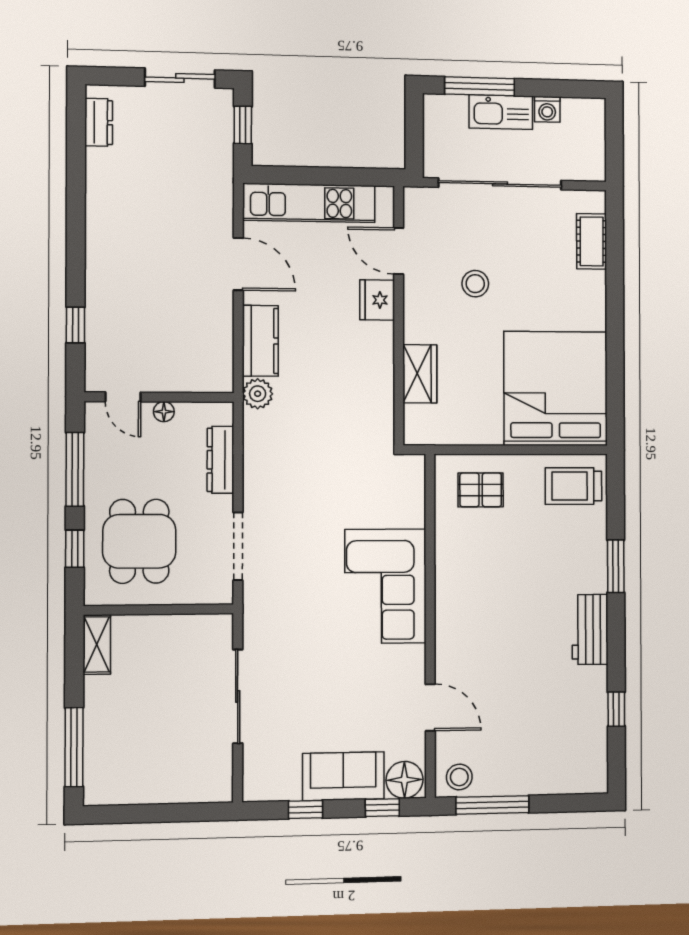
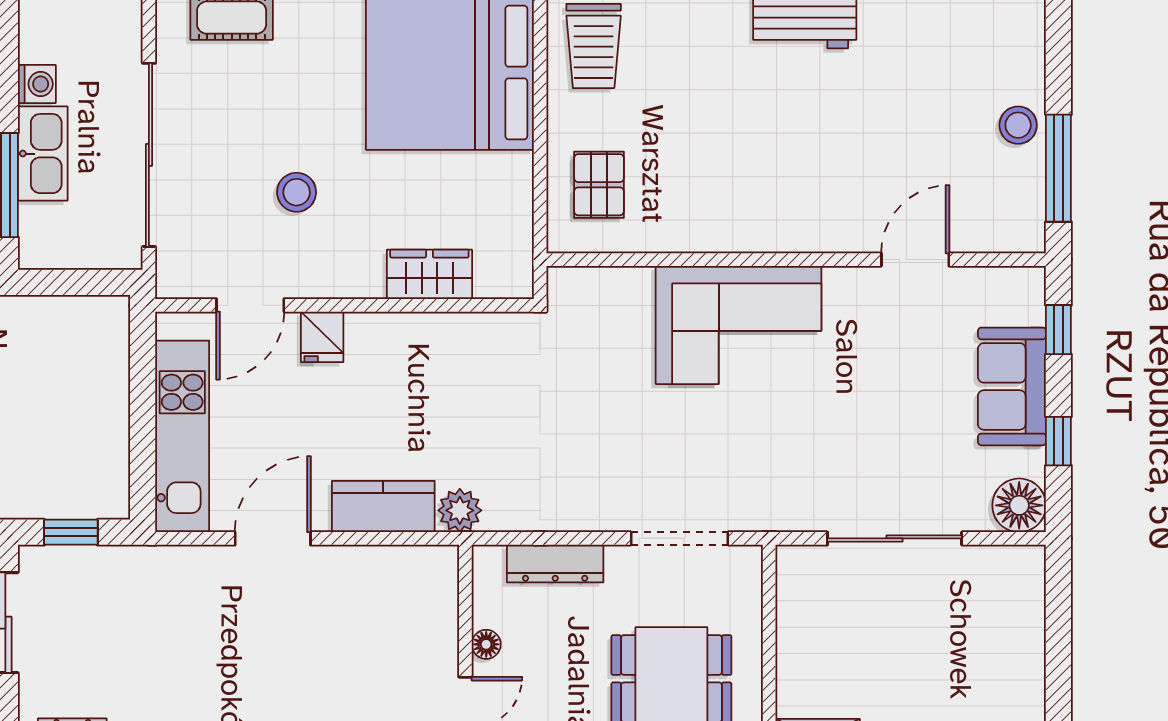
fridge: (377, 300) -> (322, 337), width x0.72
stool: (459, 777) -> (1018, 125), moved
floor lamp: (404, 780) -> (1019, 505), moved

